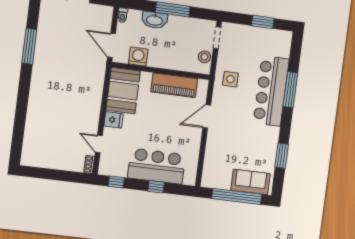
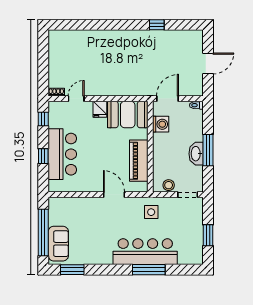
washbasin: (155, 20) -> (196, 154), moved
window: (29, 46) -> (157, 25), width x0.46
window: (282, 156) -> (72, 270), moved

